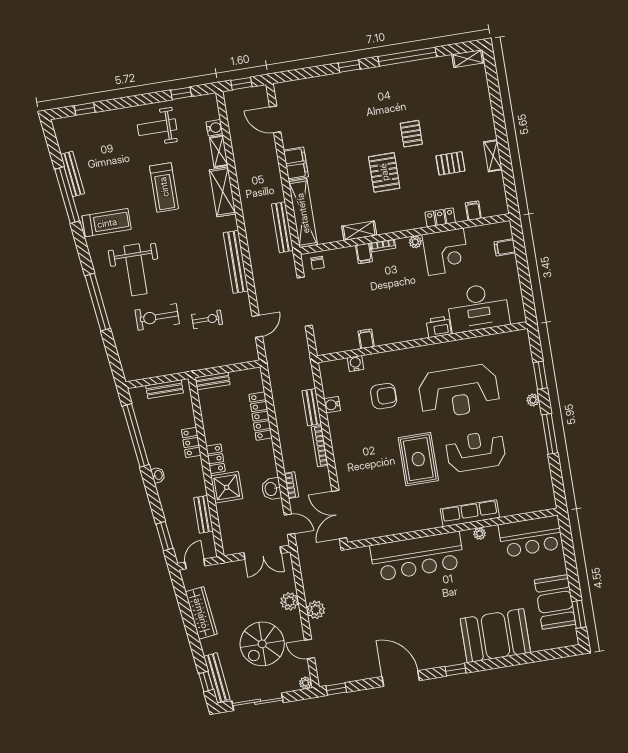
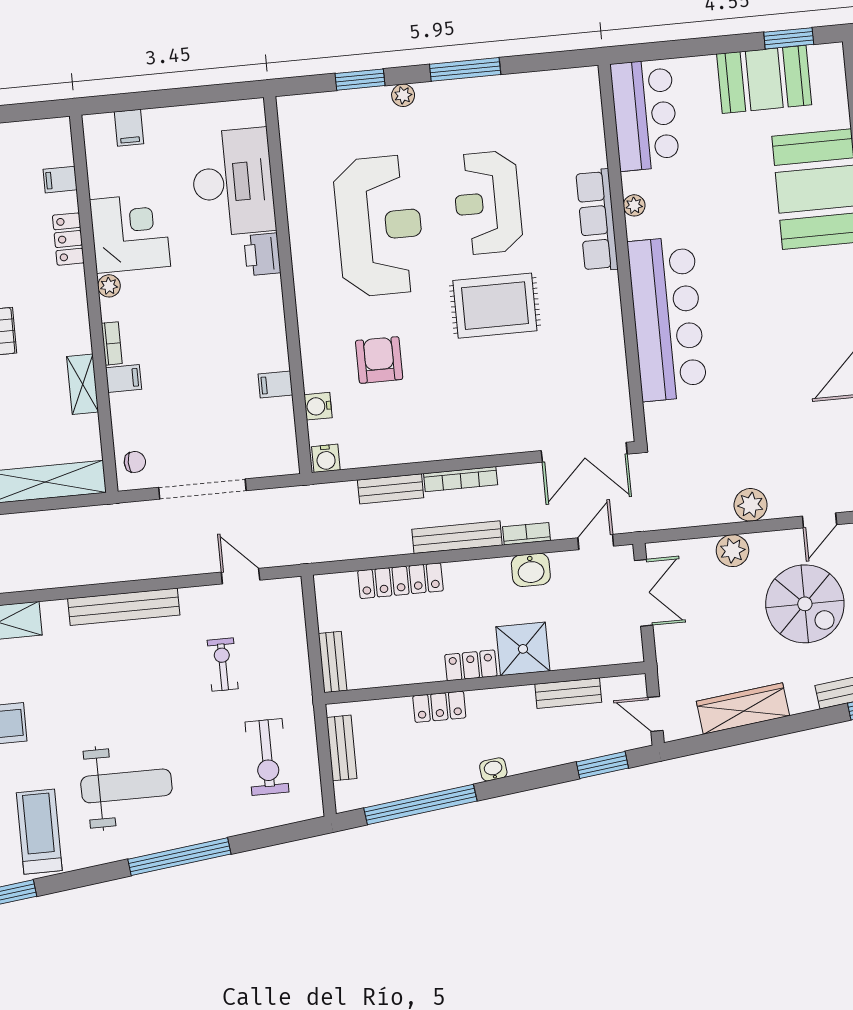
bench: (282, 227) -> (457, 537), moved
exercise bike: (157, 317) -> (267, 757), moved
water cooler: (332, 405) -> (326, 458), moved

